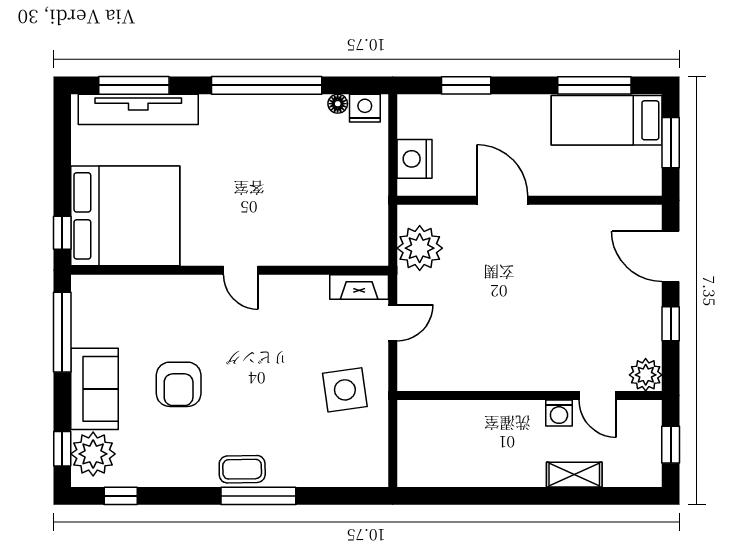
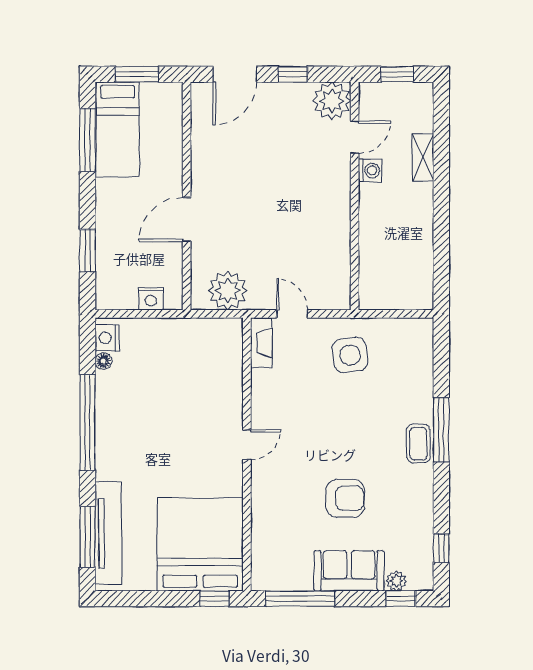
nightstand: (414, 159) -> (151, 299), width x0.74, depth x0.75
plant: (646, 375) -> (332, 101), width x1.36, depth x1.36
plant: (93, 454) -> (396, 581), width x0.53, depth x0.53

